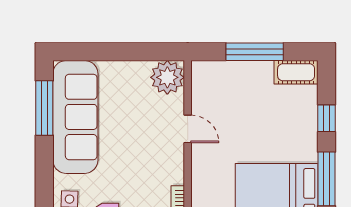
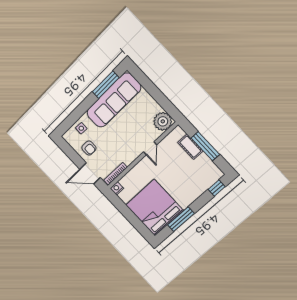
cot: (296, 72) -> (190, 147), moved
window: (327, 118) -> (217, 188), moved

